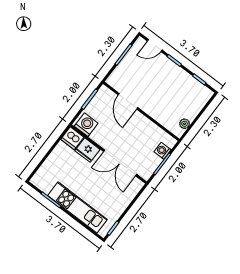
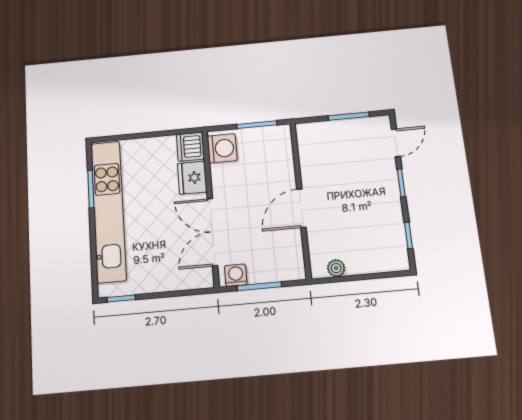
door: (155, 45) -> (396, 143), swing flipped
door: (128, 101) -> (301, 208), moved
washing machine: (163, 151) -> (236, 275), moved
kitchen unit: (77, 207) -> (108, 211), width x1.36

